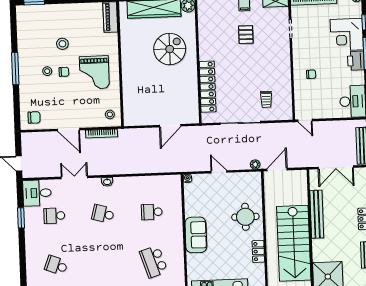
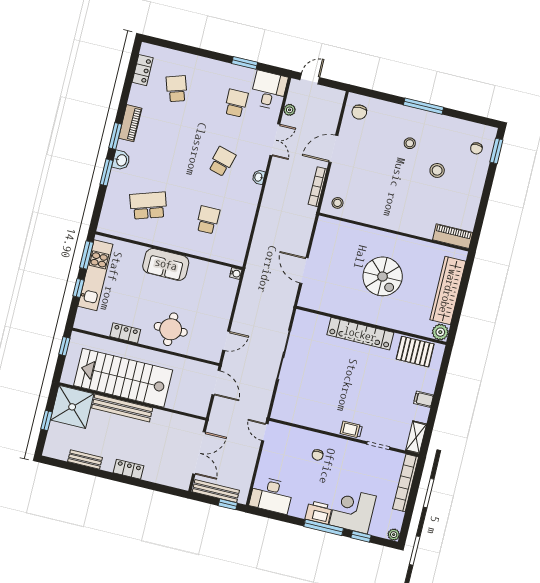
pallet: (246, 35) -> (415, 352), moved, width x1.50, depth x1.42
spiral stairs: (170, 49) -> (383, 276), moved
chair: (64, 72) -> (476, 148), moved
grand piano: (94, 72) -> (392, 199), removed
locker: (208, 87) -> (360, 334), moved
trolley: (266, 99) -> (351, 430), moved
door: (305, 120) -> (265, 432), hinge flipped
plant: (255, 164) -> (290, 110), moved
double door: (336, 167) -> (199, 453), swing flipped
door: (219, 172) -> (226, 341), moved
bench: (317, 214) -> (122, 408), moved
school desk: (56, 265) -> (177, 89), turned -39

